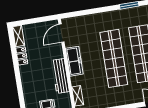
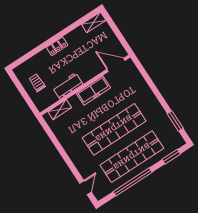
locker: (22, 56) -> (57, 46), moved
workbench: (60, 76) -> (68, 86), width x0.73

